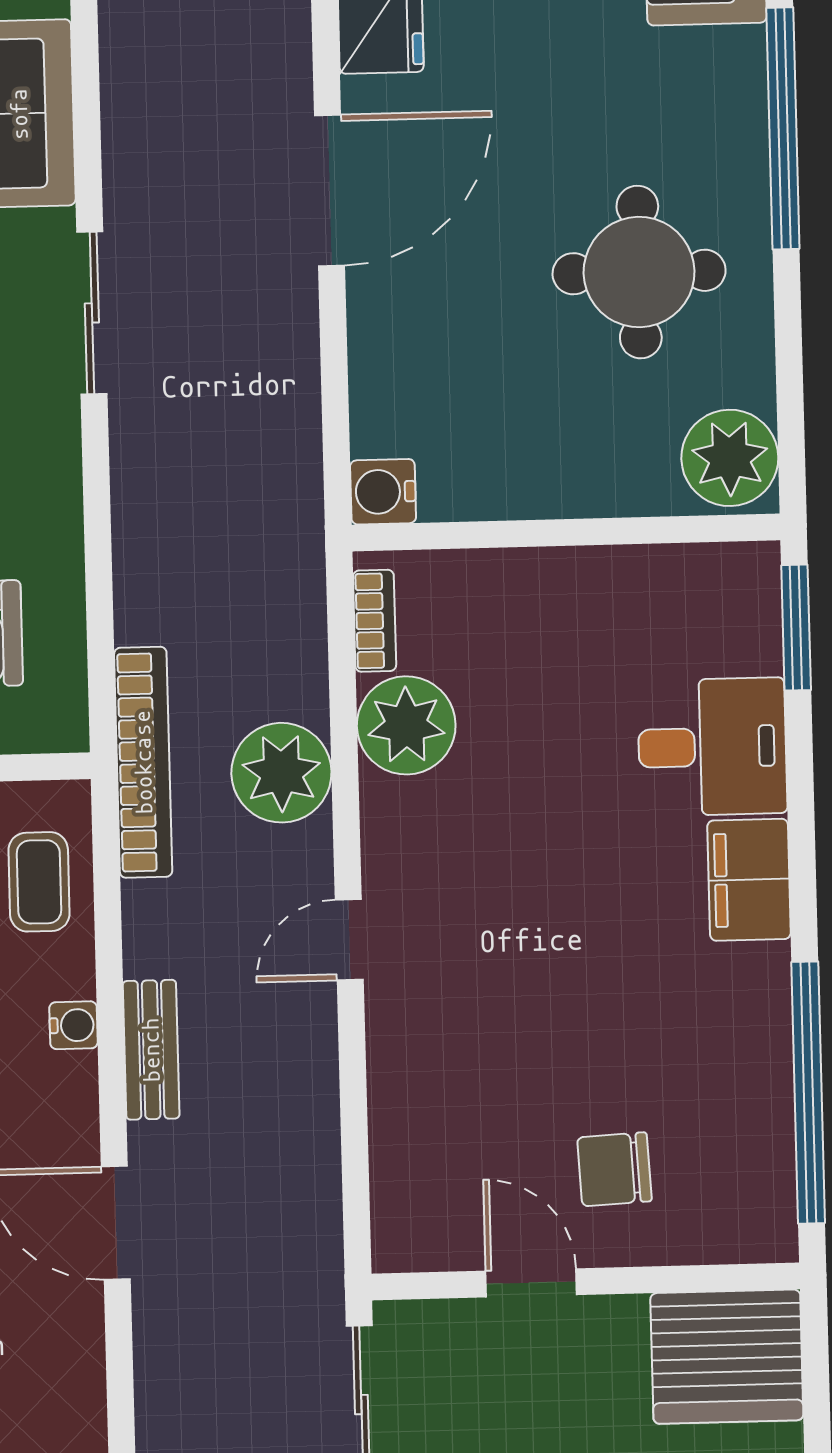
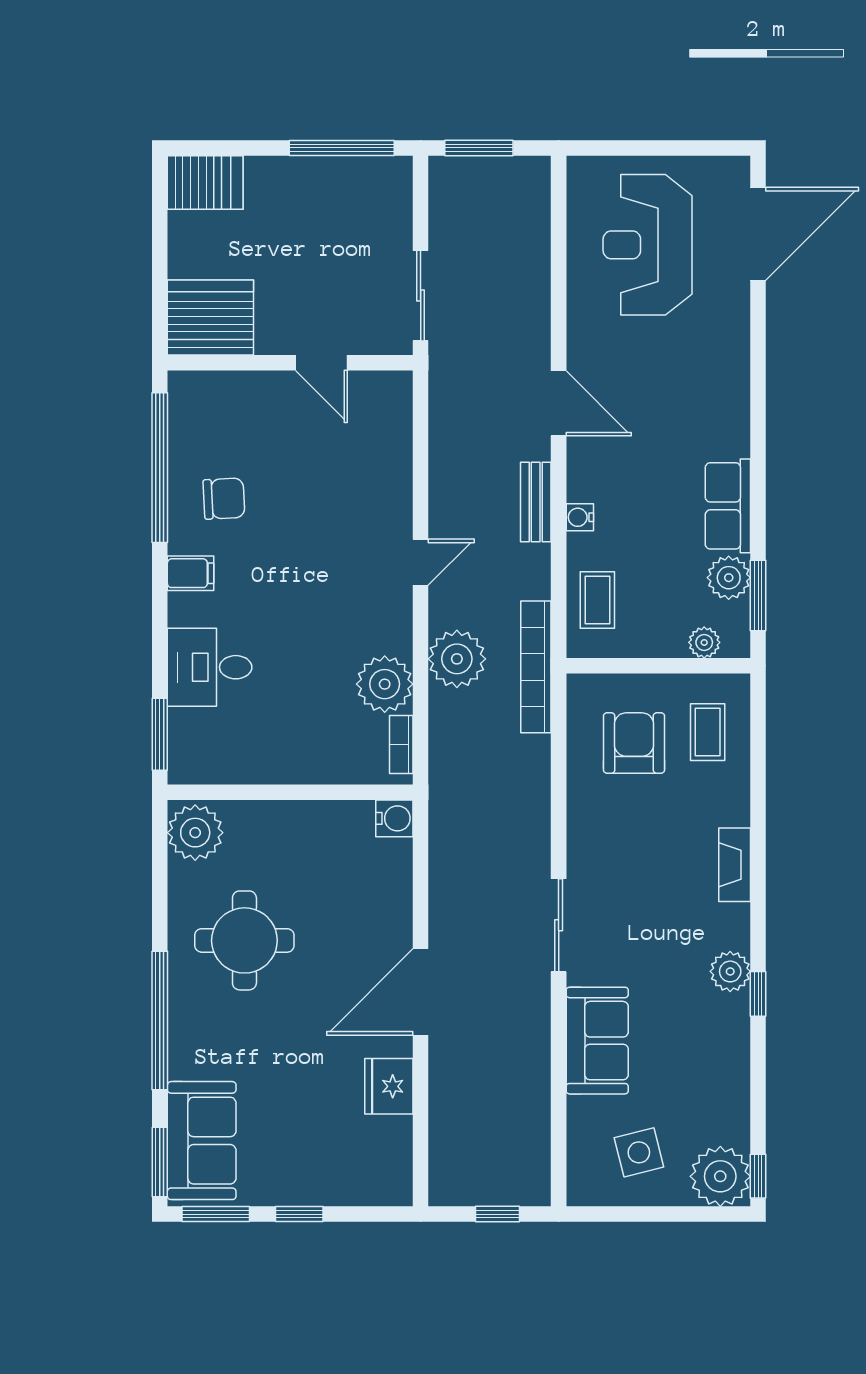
filing cabinet: (749, 880) -> (191, 573), width x0.50
chair: (614, 1169) -> (224, 499), moved

